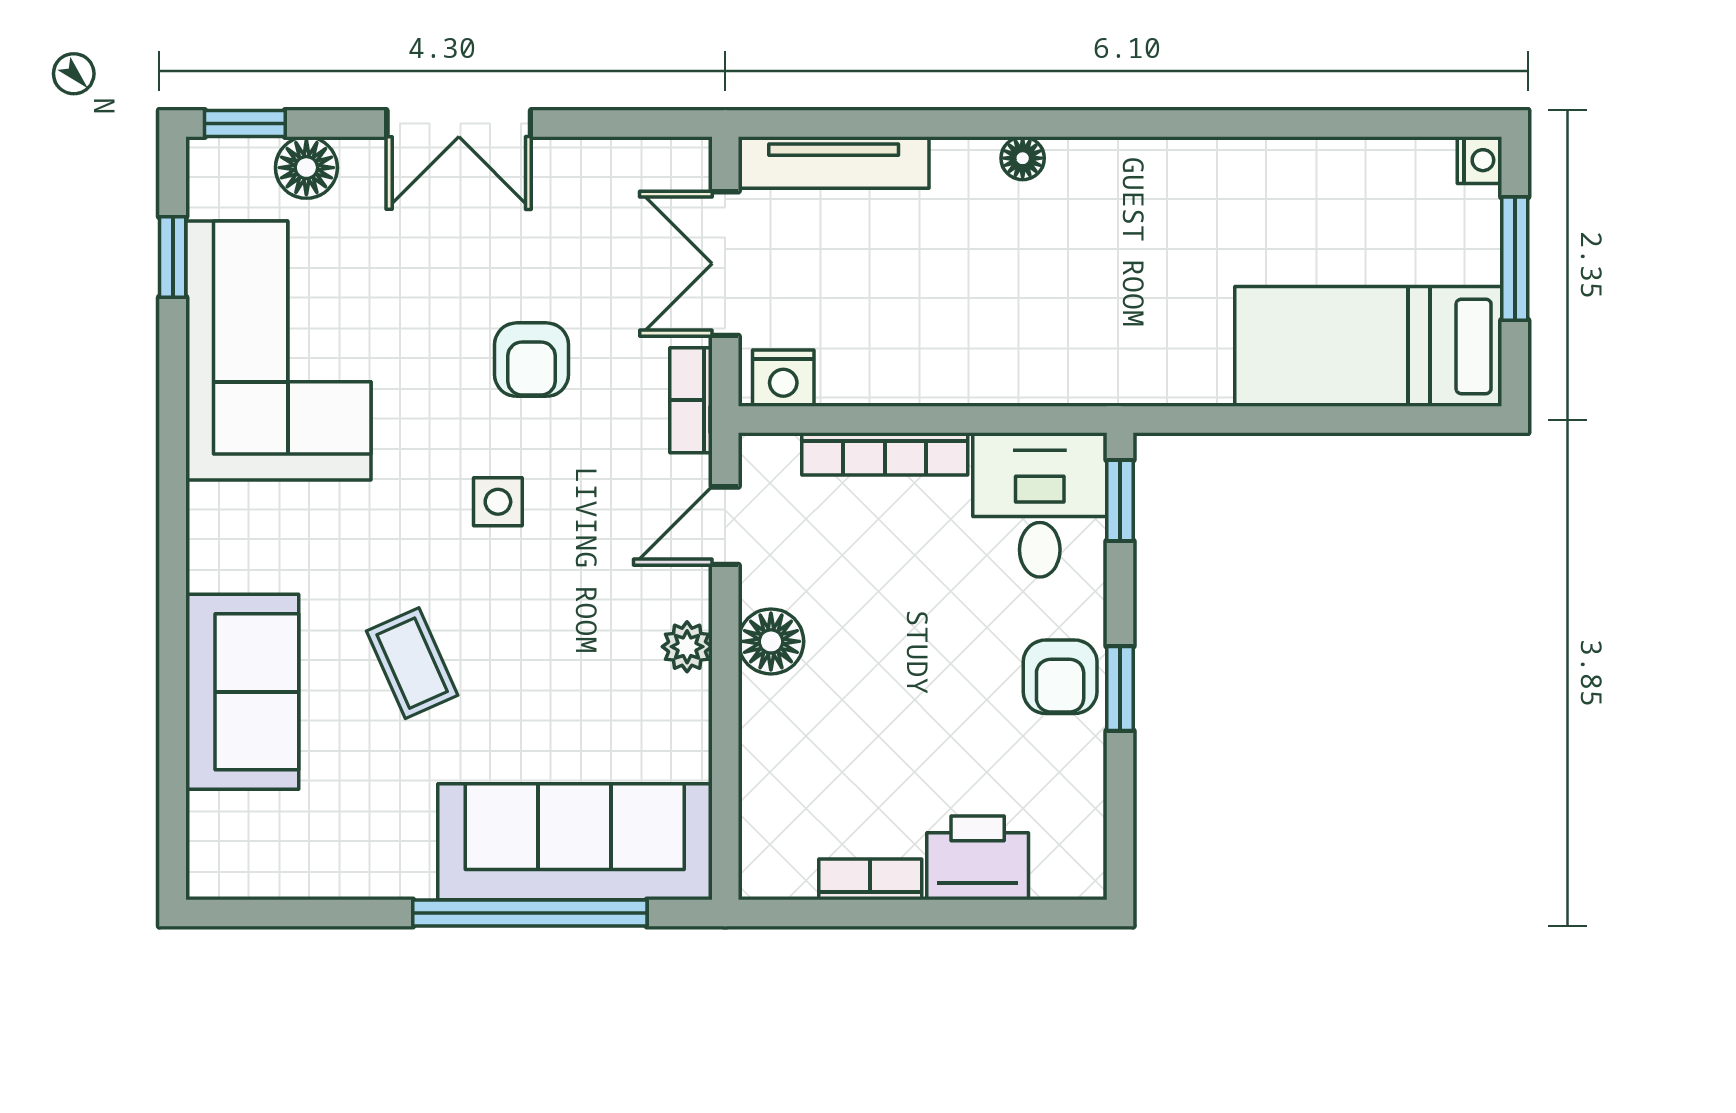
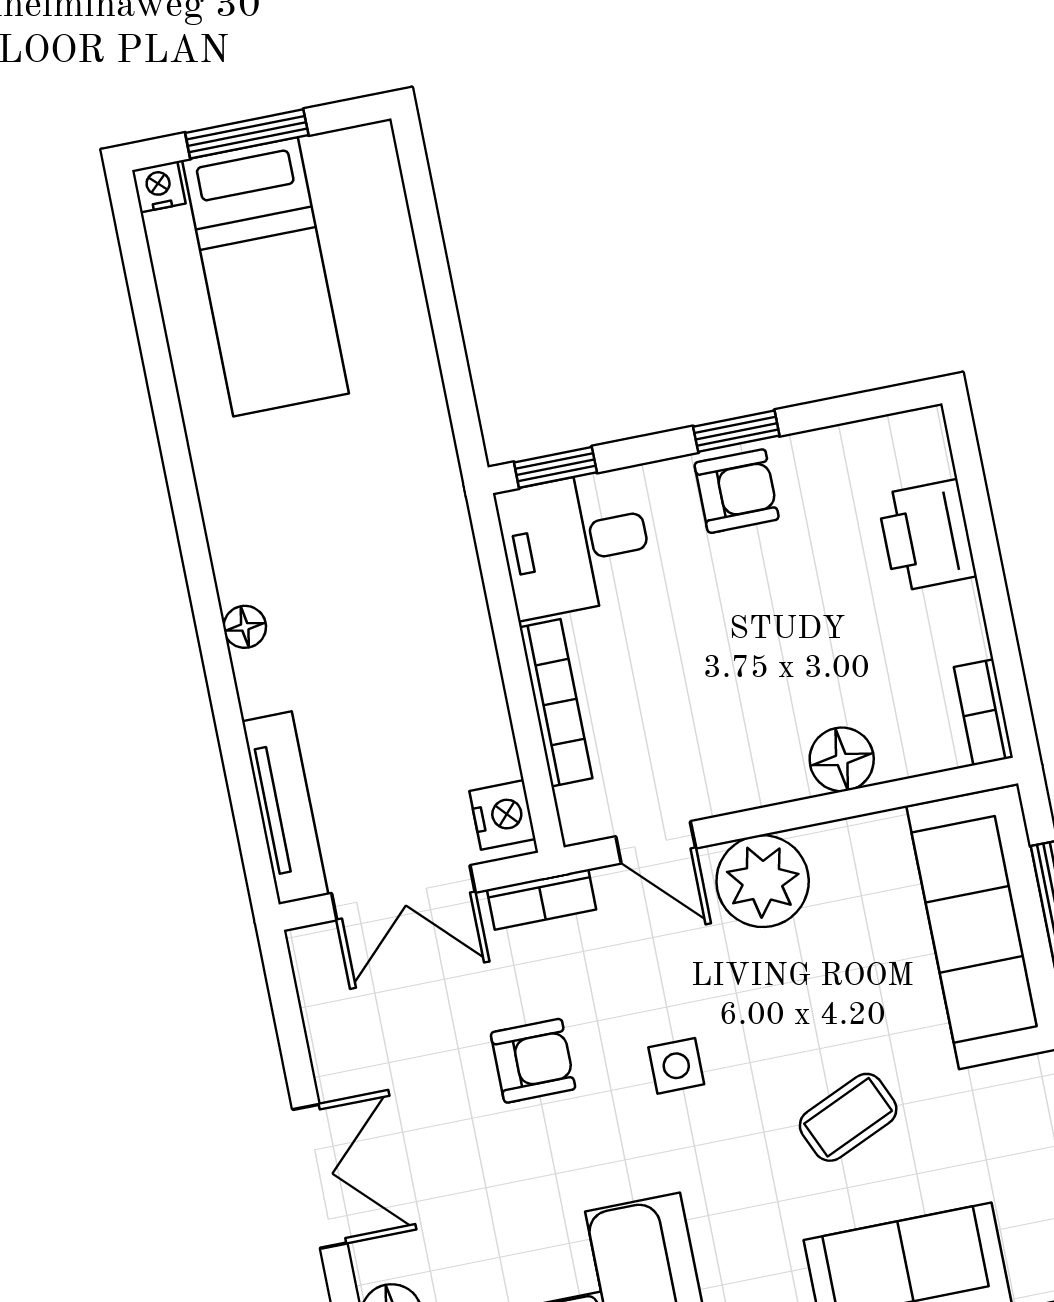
bed: (1368, 346) -> (265, 277), moved
floor lamp: (771, 641) -> (842, 759), moved
plant: (687, 647) -> (763, 881), width x1.88, depth x1.88
bookcase: (870, 879) -> (984, 712), moved

